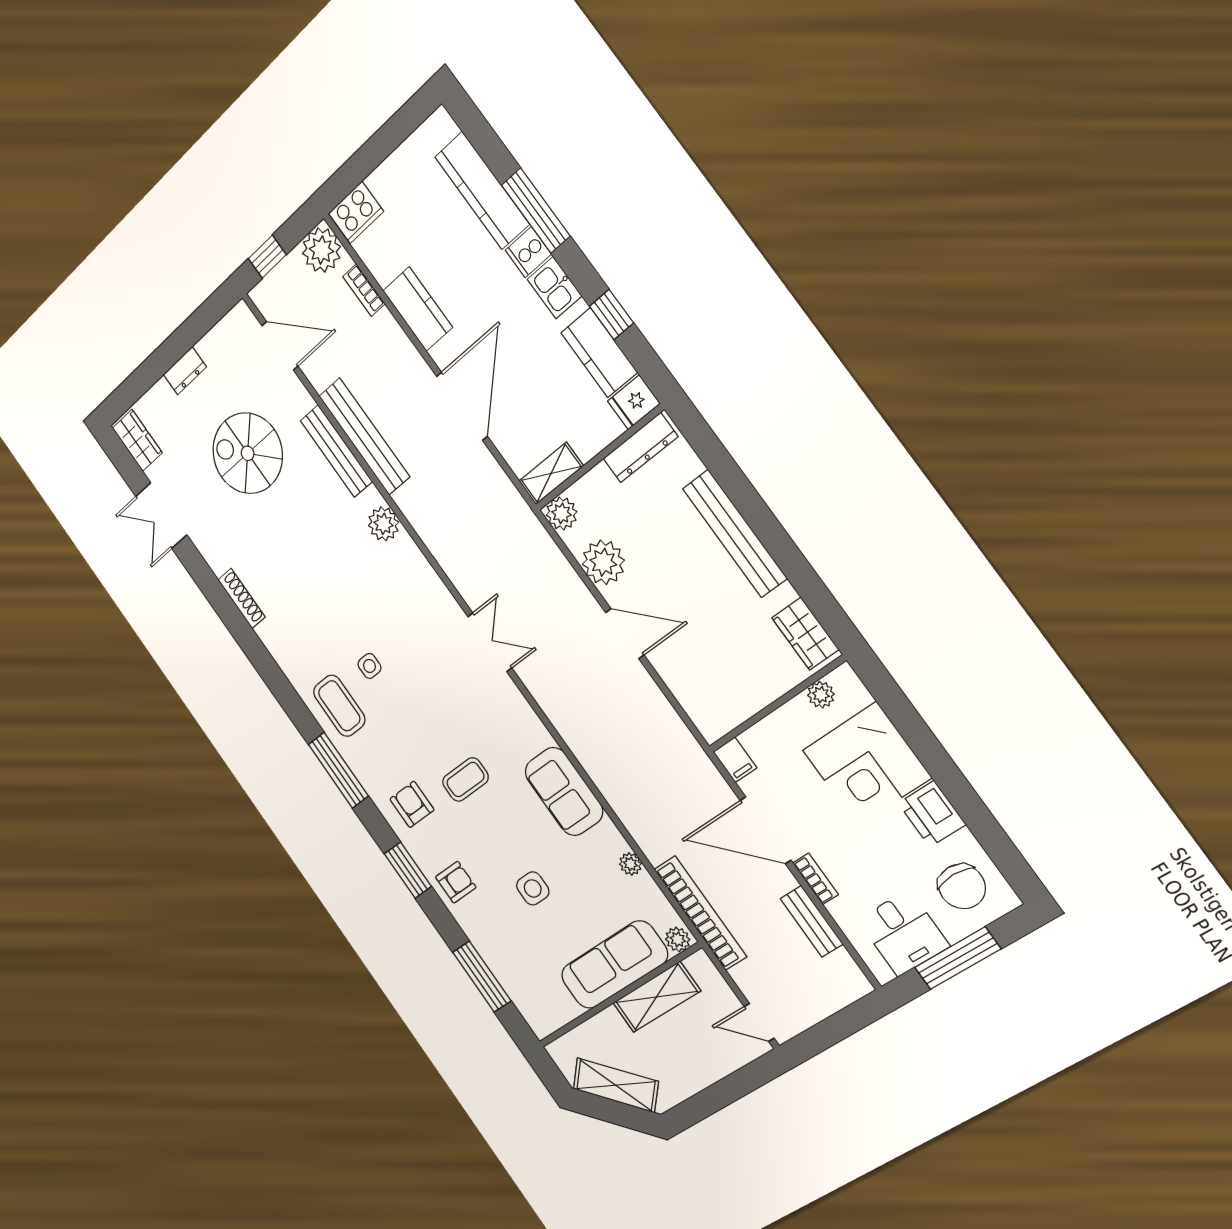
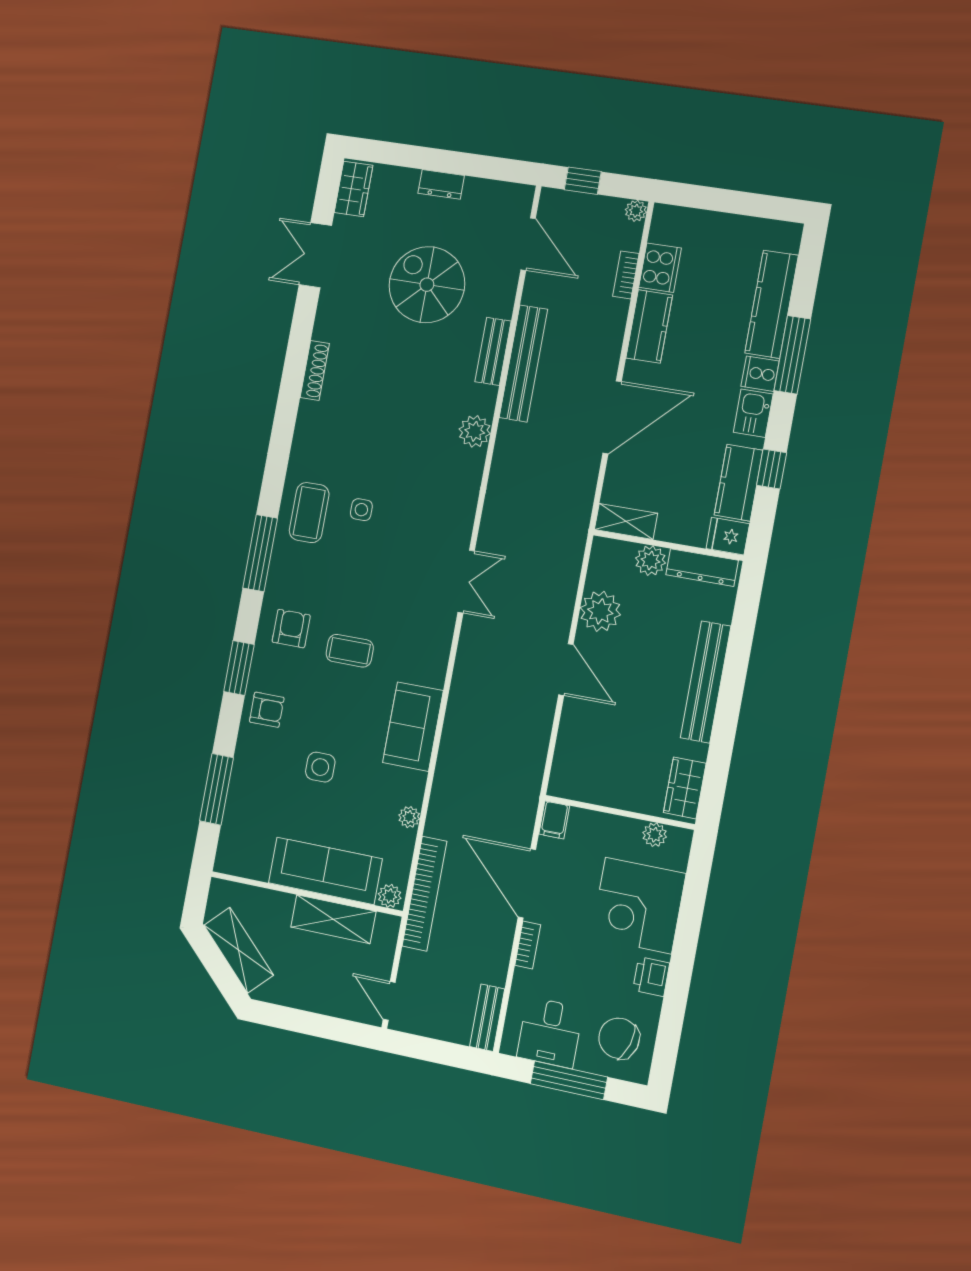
cooker: (356, 212) -> (660, 268), moved, turned -90
plant: (321, 250) -> (636, 211), width x0.53, depth x0.53
bench: (336, 451) -> (493, 351), width x0.73
plant: (561, 513) -> (650, 561), moved
printer: (932, 814) -> (651, 977), width x0.73, depth x0.81
chair: (962, 886) -> (619, 1038), turned 107
bench: (812, 921) -> (487, 1018), moved

